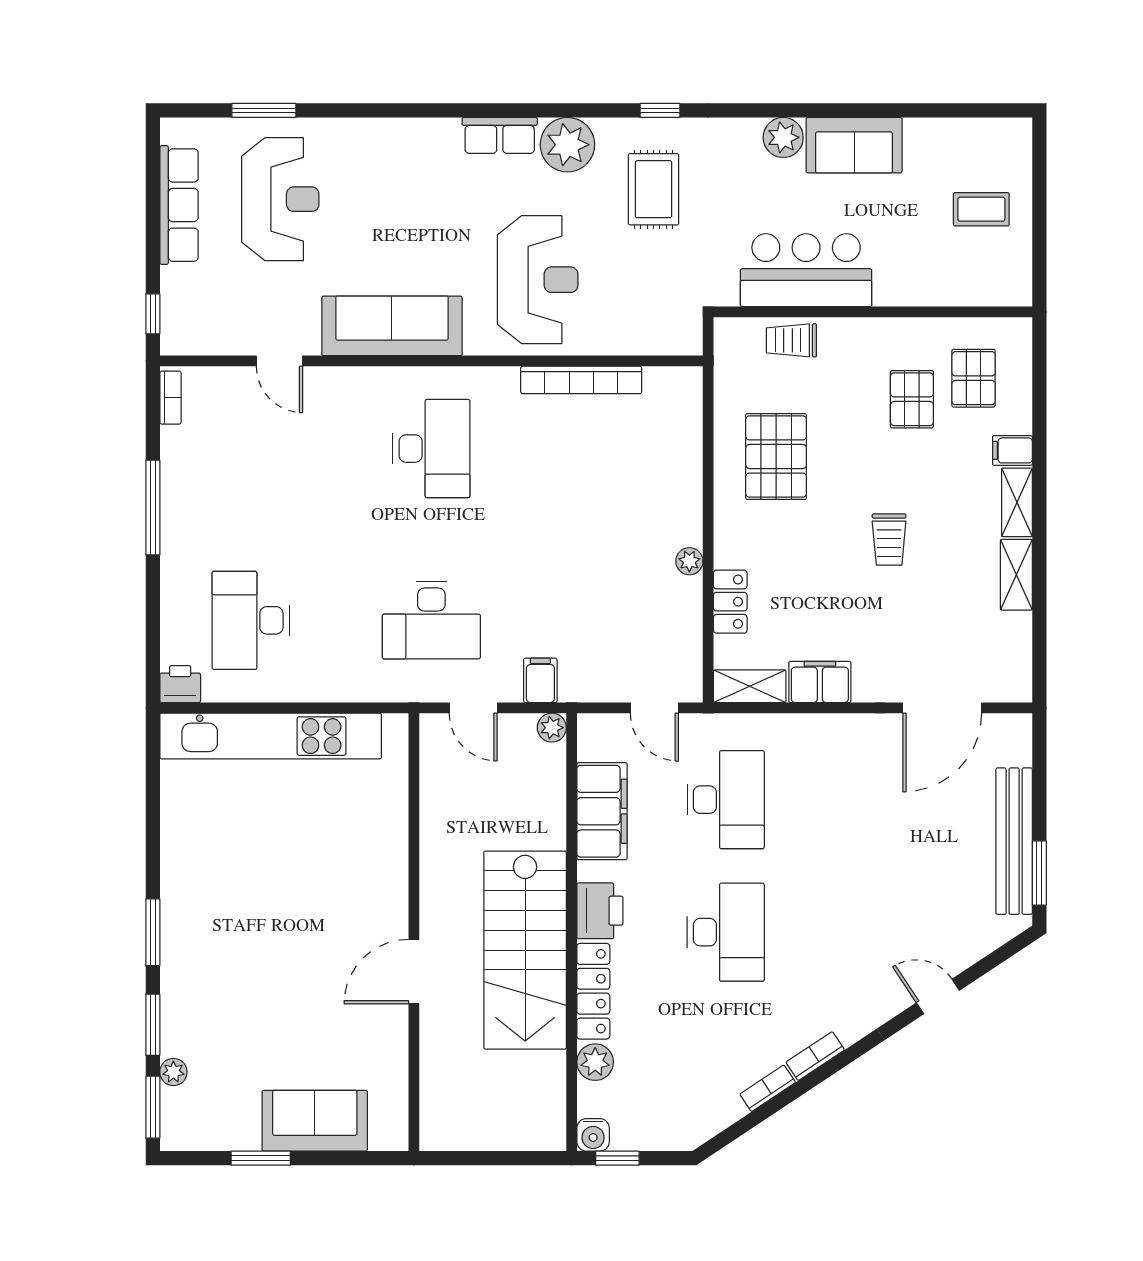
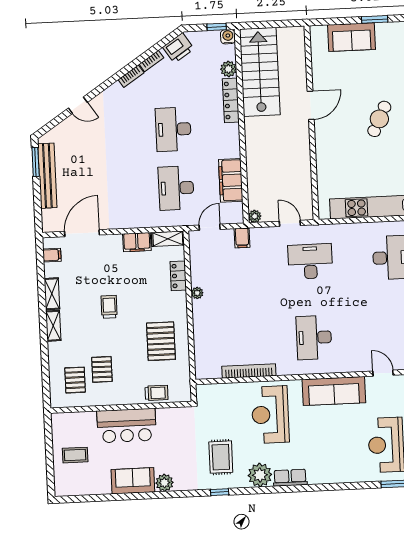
bar counter: (806, 270) -> (127, 426), moved
filing cabinet: (1012, 450) -> (52, 255), moved
filing cabinet: (540, 680) -> (242, 238), moved
door: (654, 708) -> (210, 227), hinge flipped
printer: (600, 911) -> (178, 48), moved, turned -124
cafe table: (261, 934) -> (379, 119), added
stairs: (525, 950) -> (260, 72), moved

